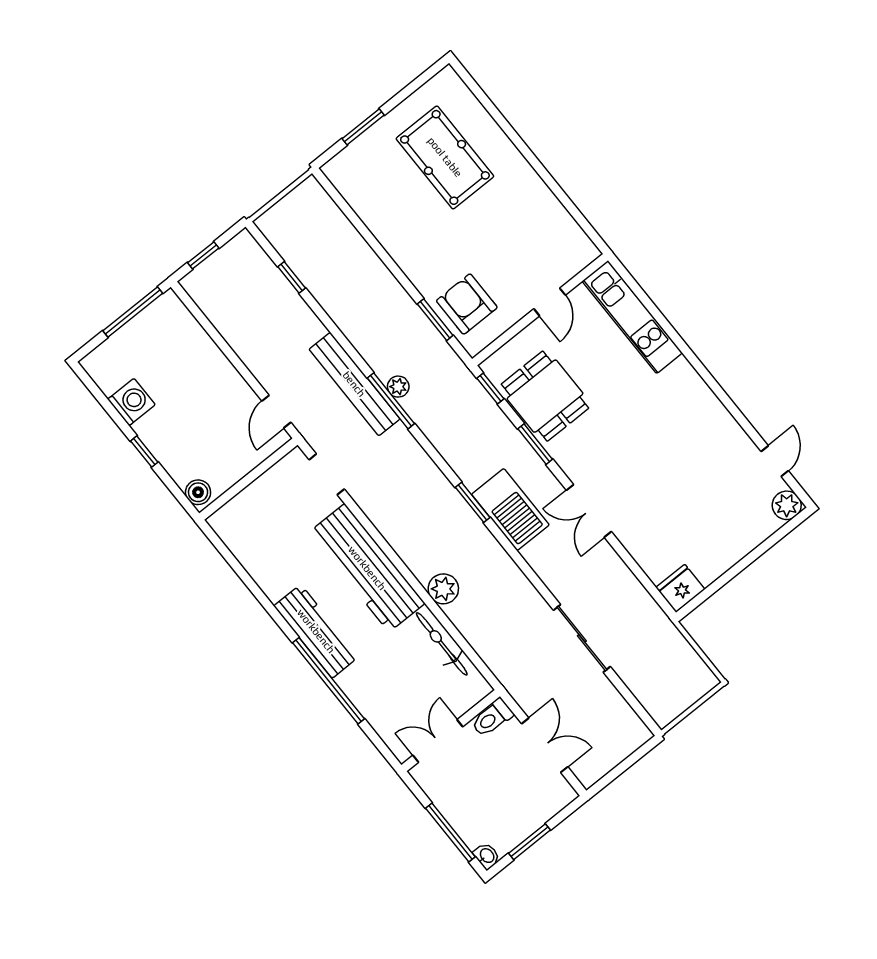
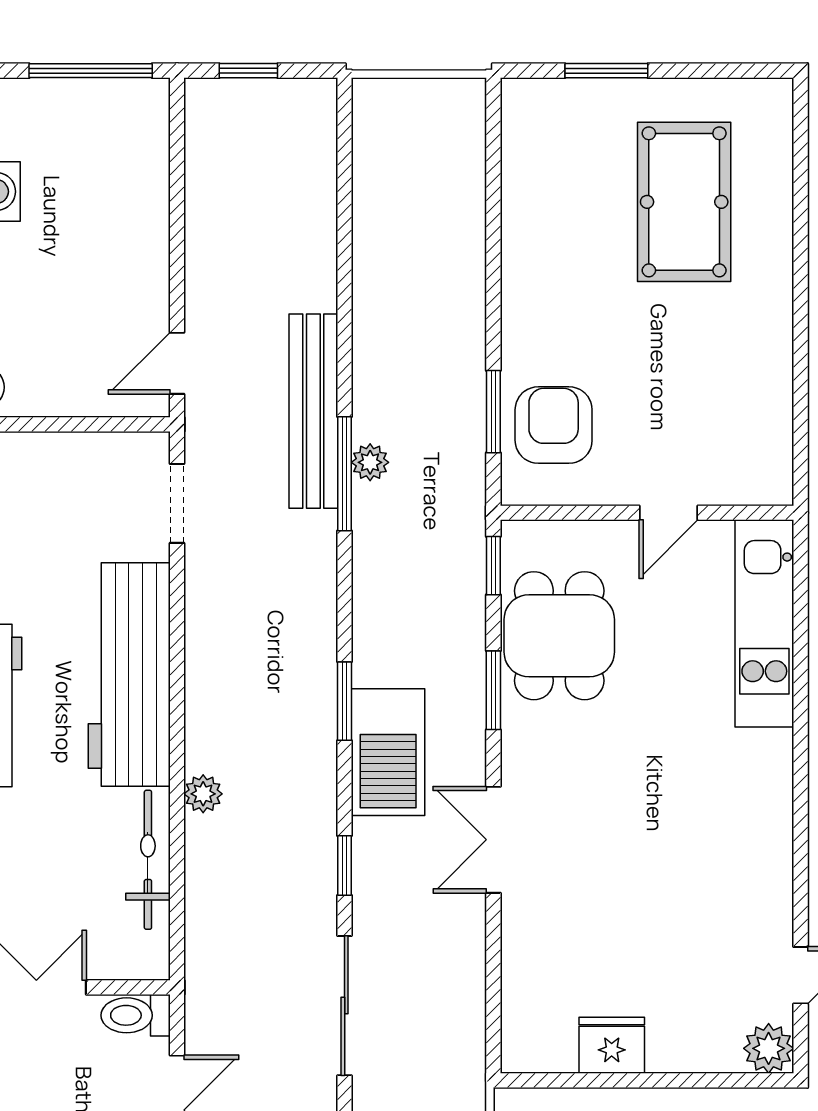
window: (292, 277) -> (345, 865), moved
fridge: (680, 588) -> (612, 1045), moved
plant: (443, 589) -> (203, 794), width x0.73, depth x0.73

